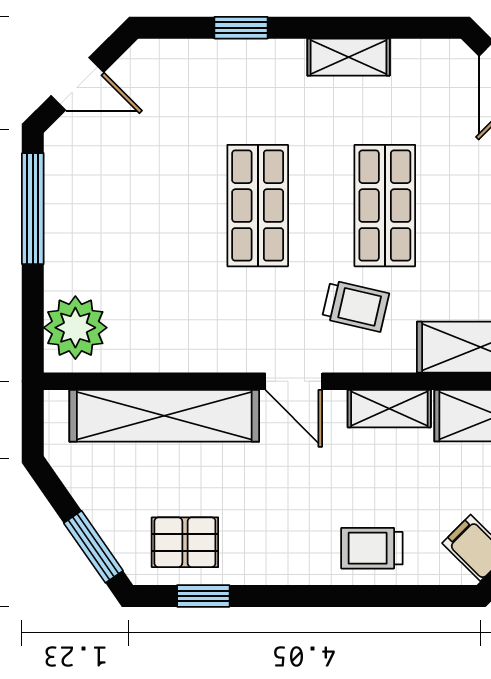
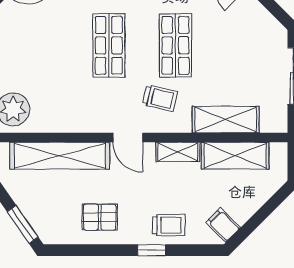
pallet: (185, 542) -> (100, 217), moved
trolley: (372, 548) -> (169, 225), turned 180
window: (203, 596) -> (152, 250), moved

